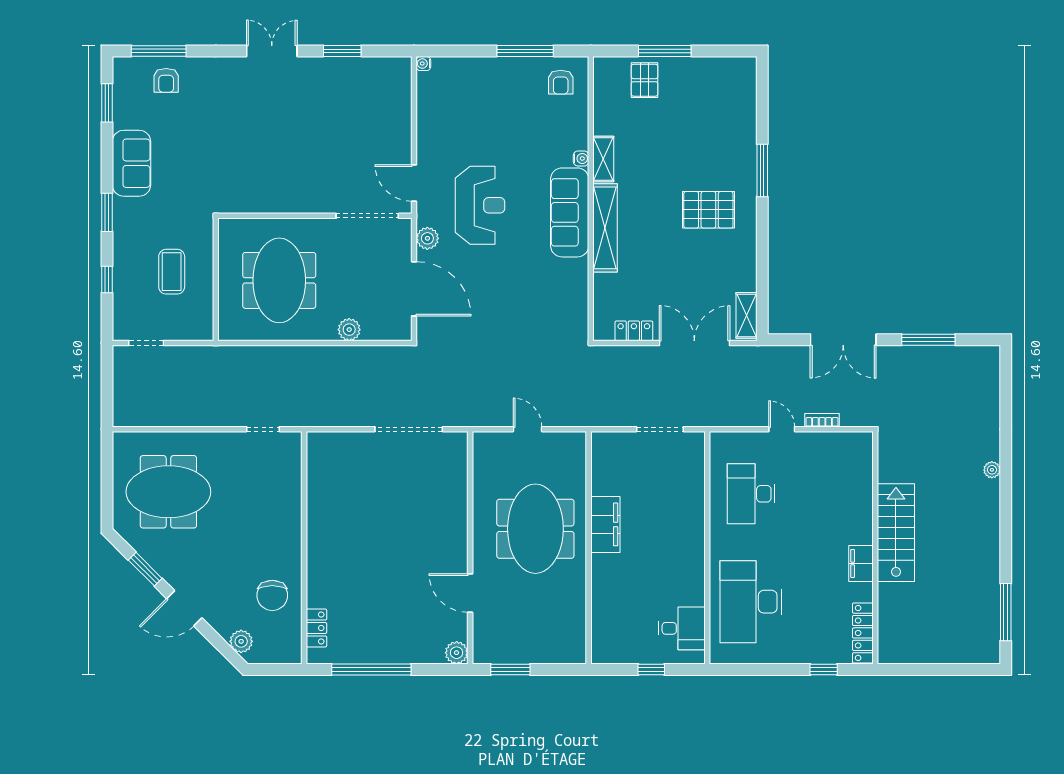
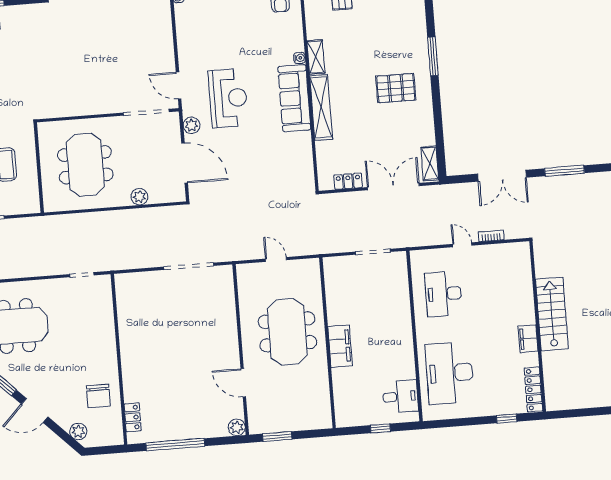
filing cabinet: (605, 524) -> (340, 346), moved

